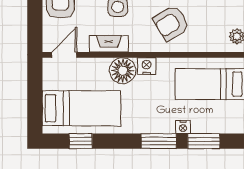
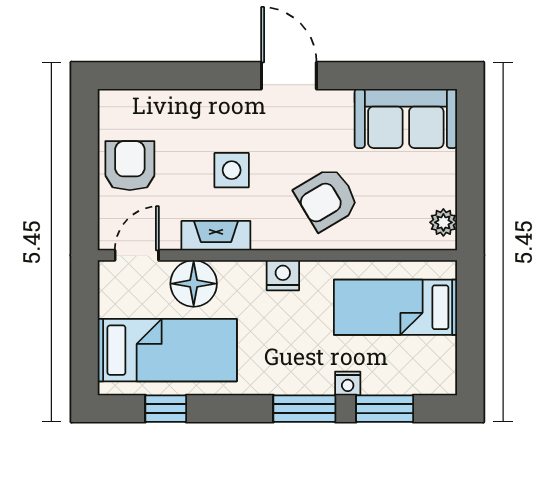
floor lamp: (123, 71) -> (194, 284), moved

